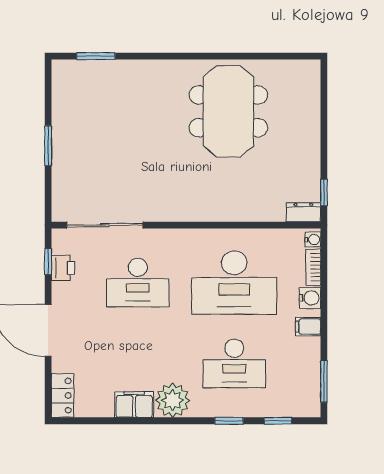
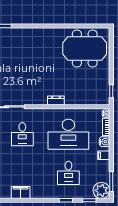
meeting table: (228, 111) -> (85, 48), moved, turned 90
dresser: (303, 212) -> (56, 101), moved
desk: (138, 283) -> (22, 134), width x0.73
desk: (234, 363) -> (68, 173), width x0.73
plant: (173, 400) -> (101, 190), moved

